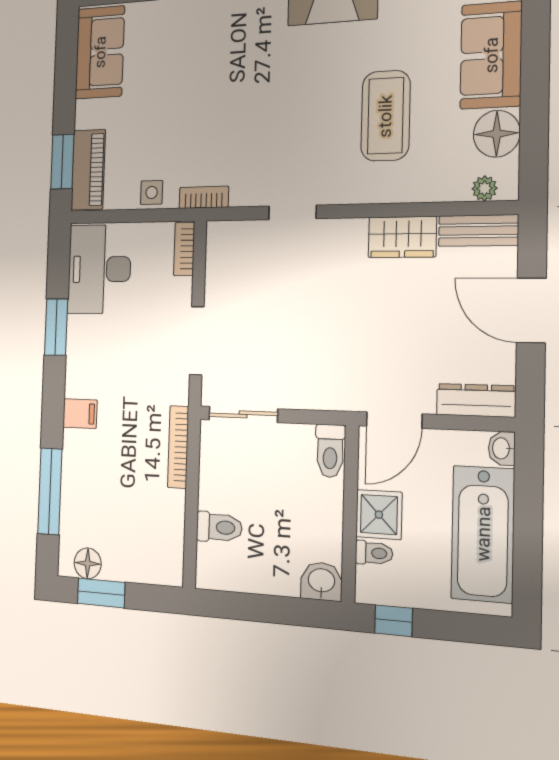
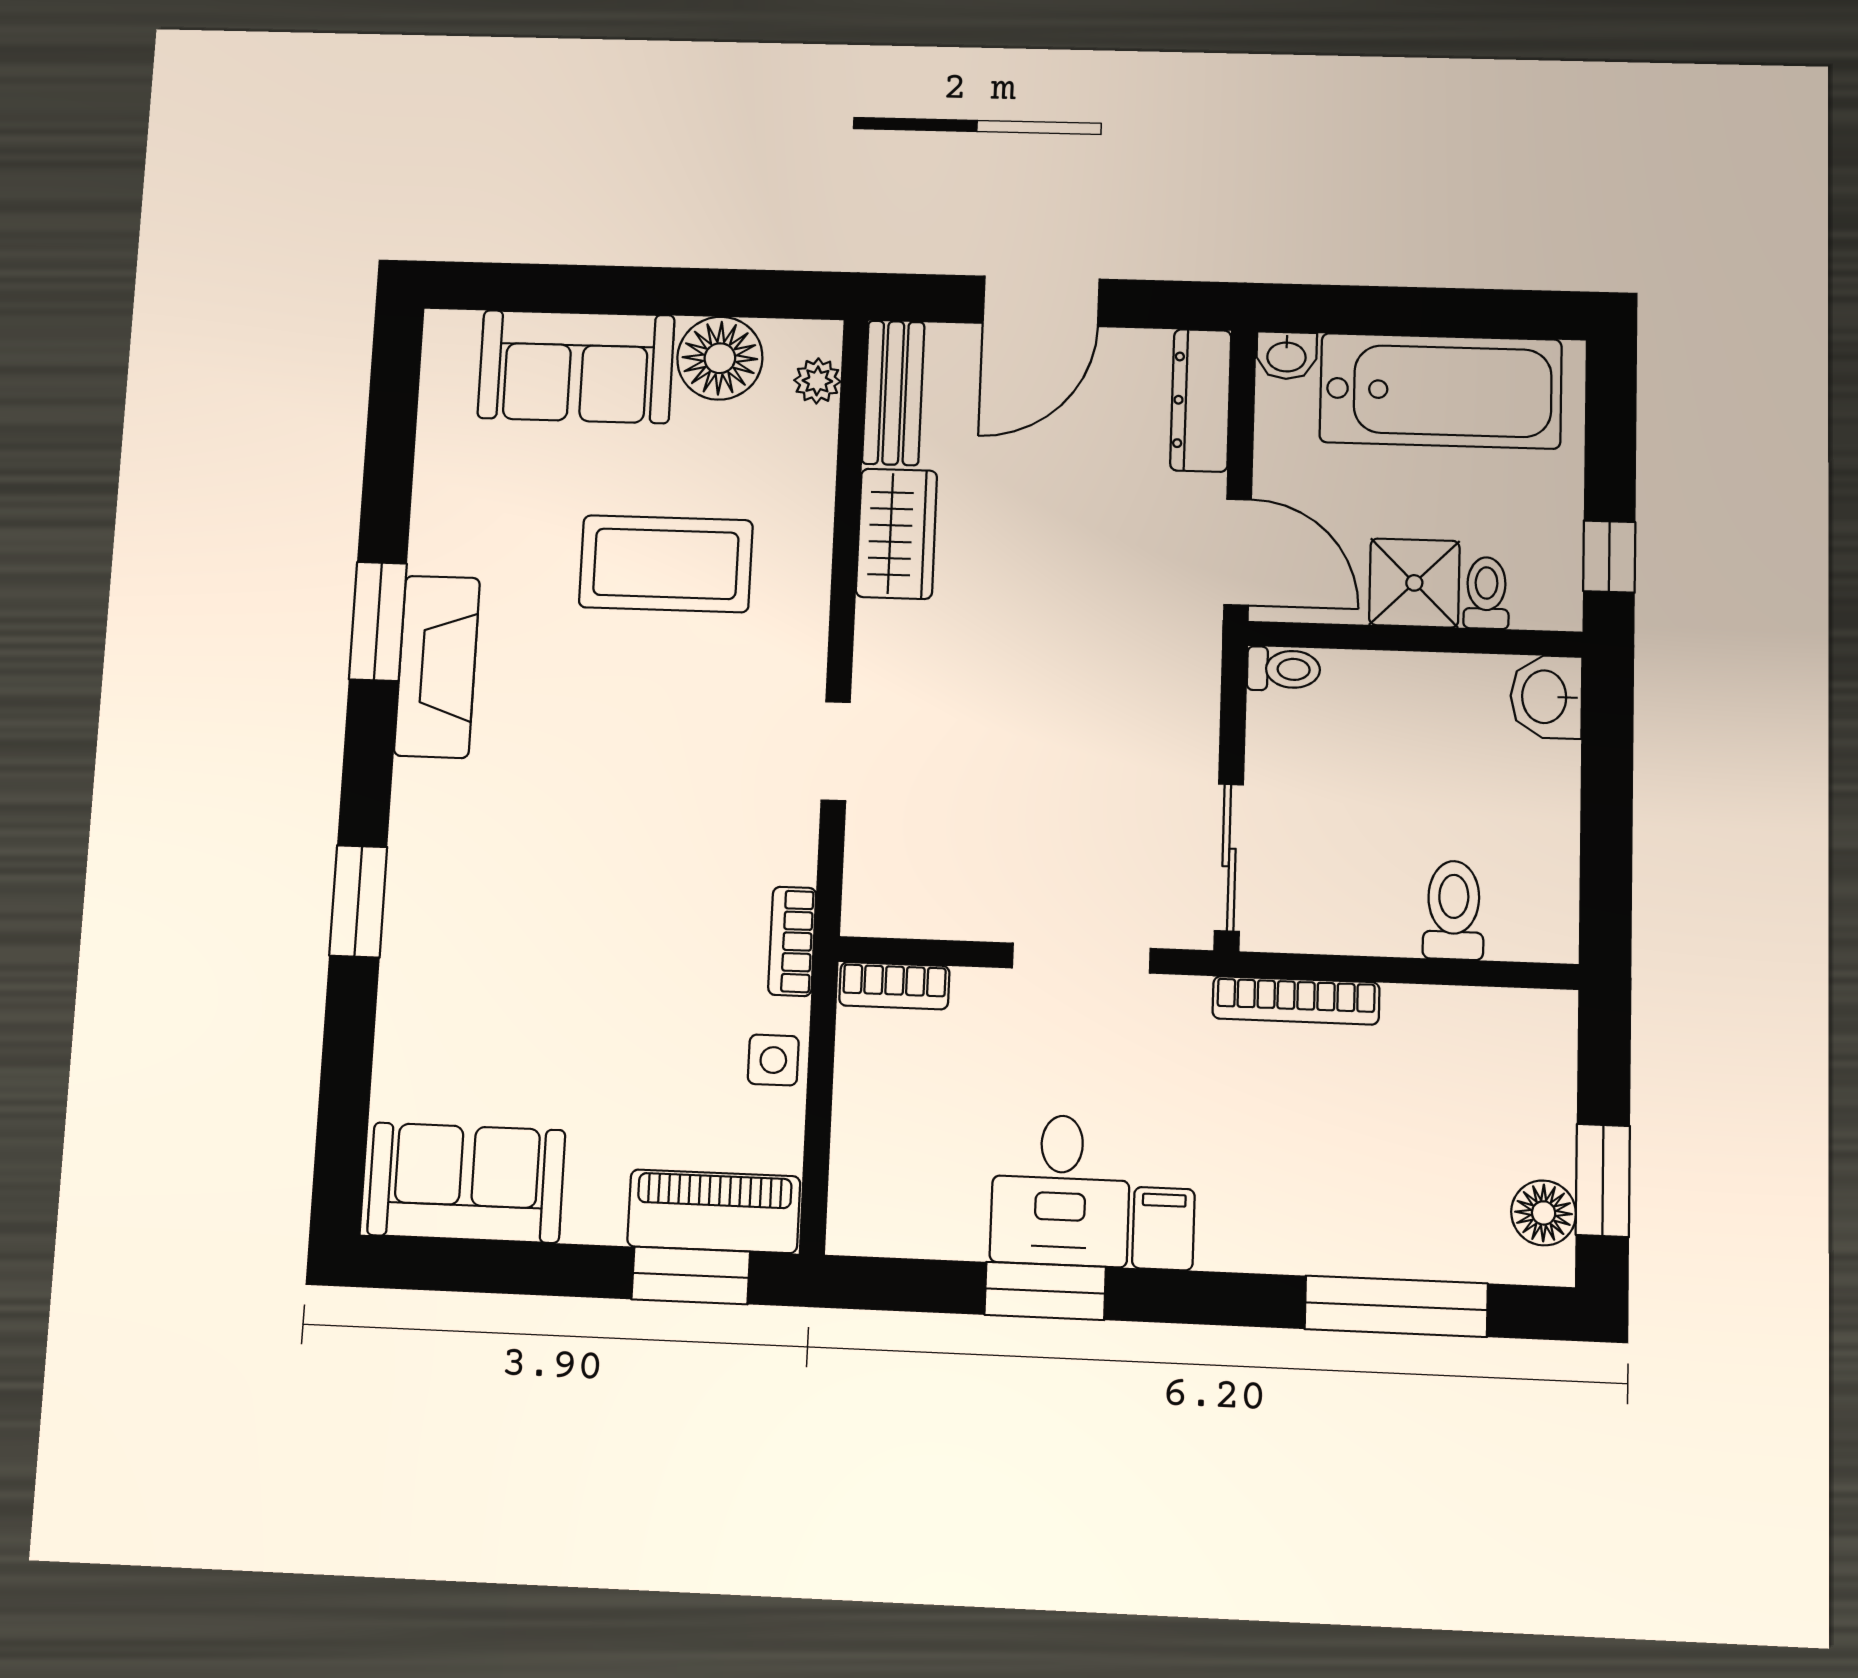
desk: (99, 269) -> (1061, 1190), moved, width x0.73
filing cabinet: (80, 414) -> (1163, 1229), moved
toilet: (330, 451) -> (1283, 669), width x0.73, depth x0.72

